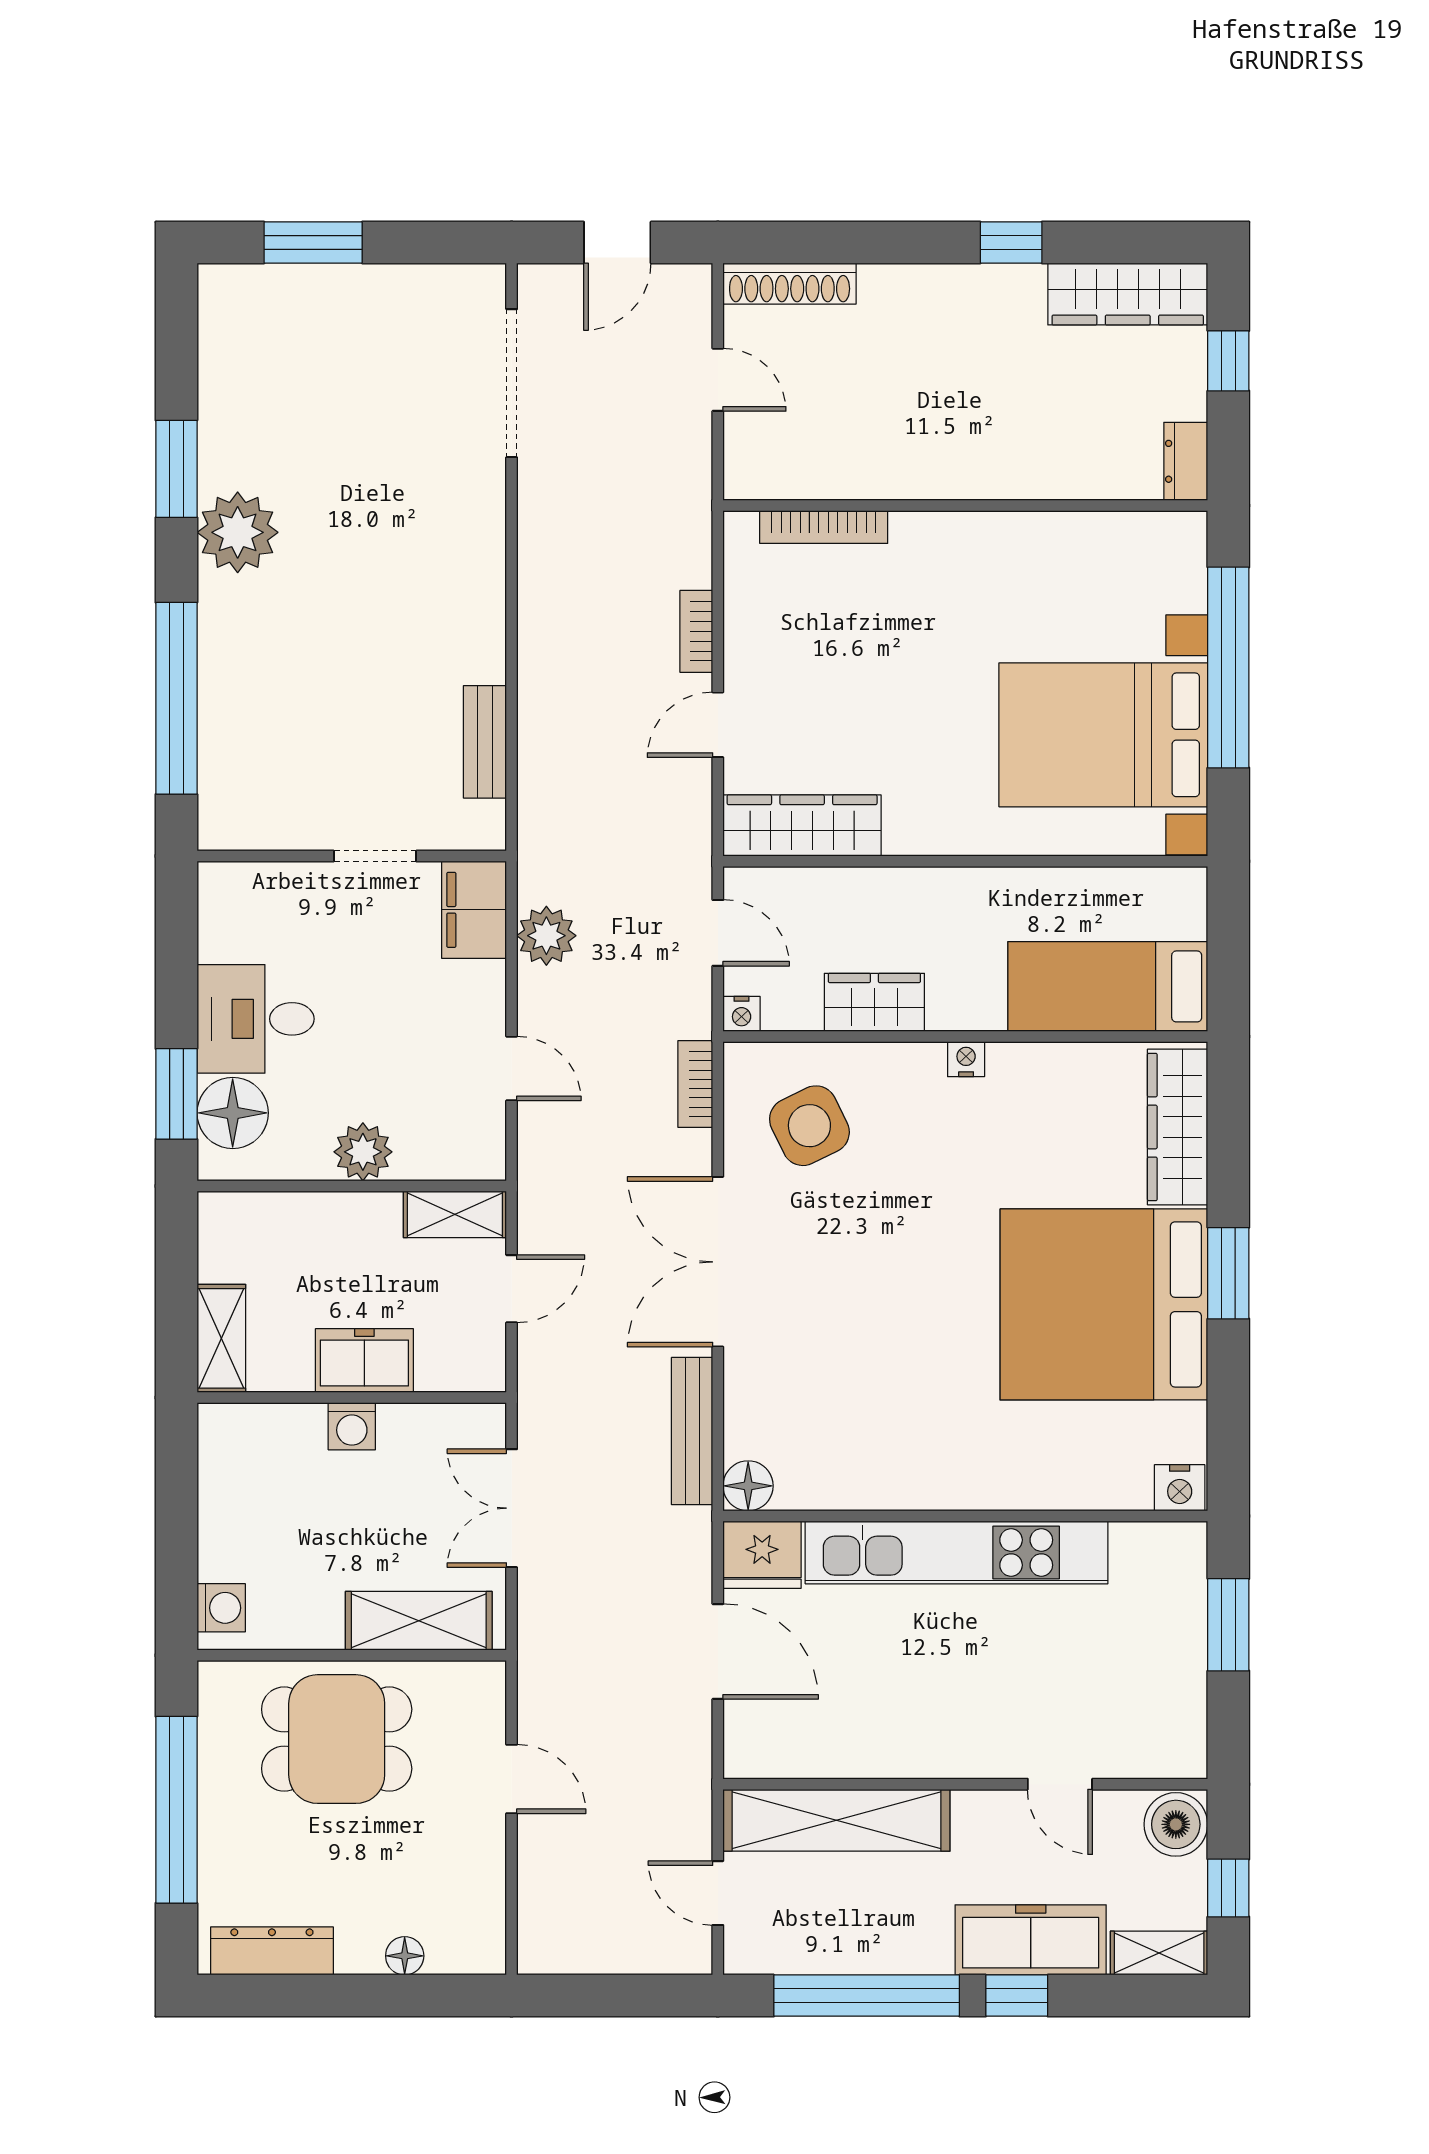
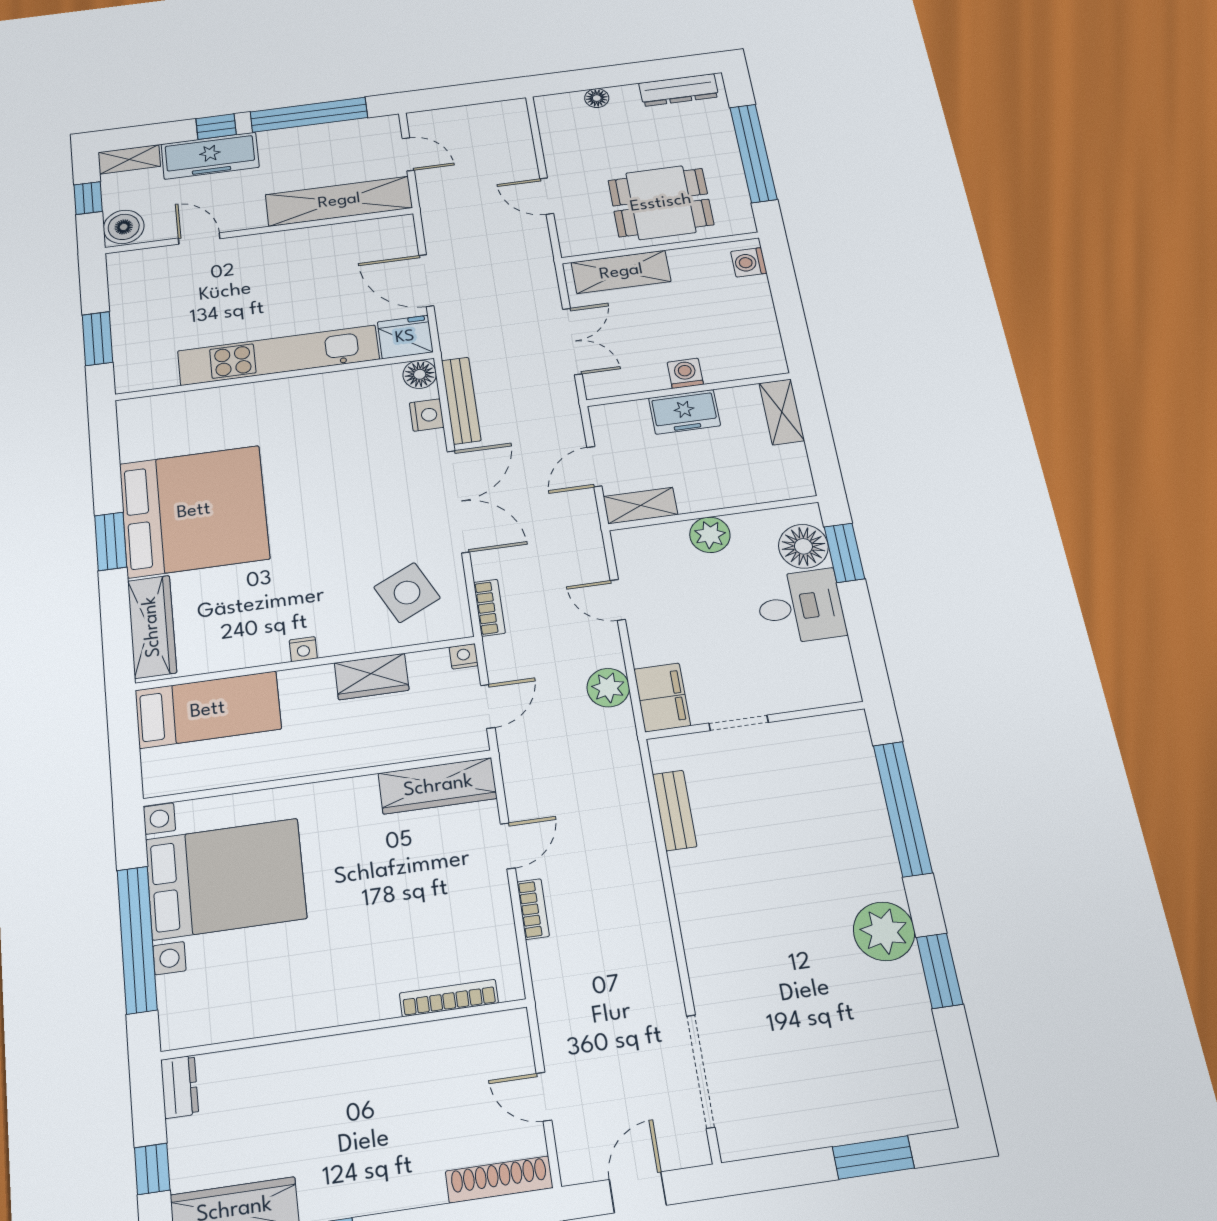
door: (718, 933) -> (488, 706), swing flipped
nightstand: (1180, 1488) -> (427, 415), moved, turned 90

